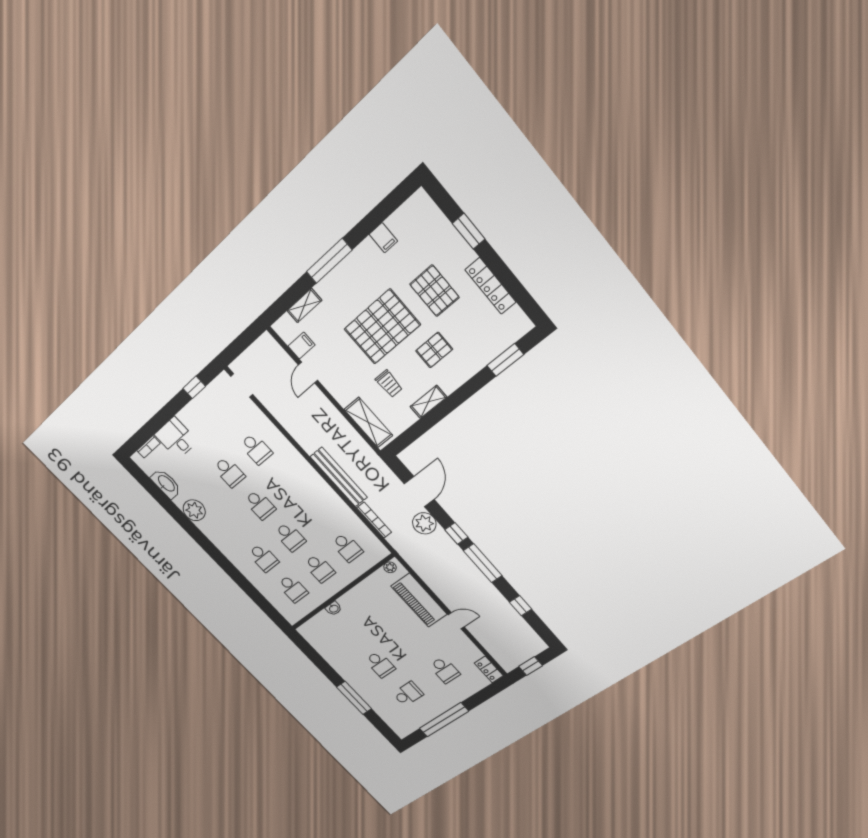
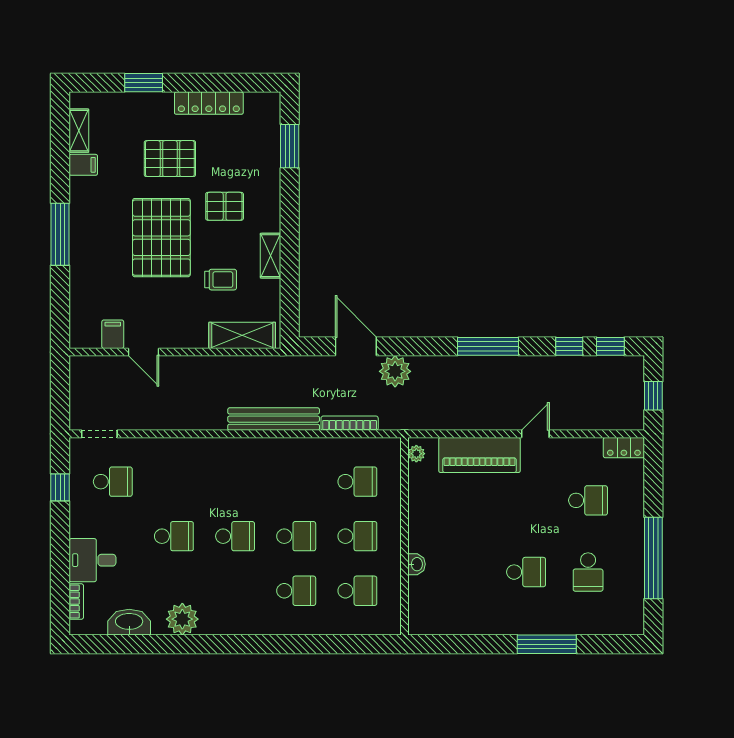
shelving: (304, 305) -> (79, 131), moved
pallet: (434, 350) -> (225, 206), turned 90
school desk: (256, 449) -> (113, 482), moved
window: (456, 533) -> (610, 346), moved
school desk: (408, 694) -> (588, 572), turned 180

